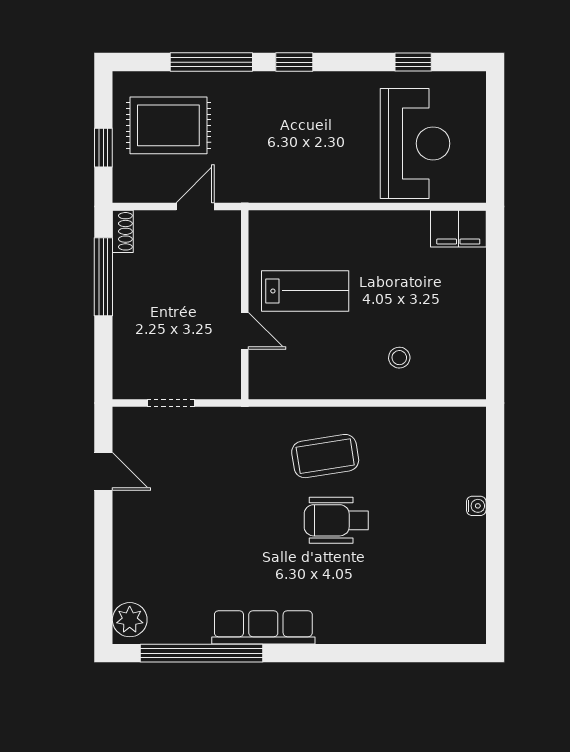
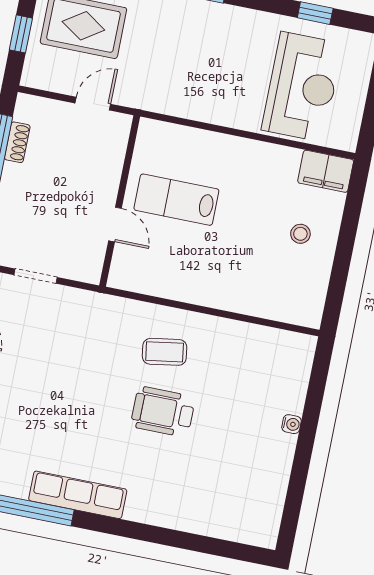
shoe rack: (123, 231) -> (17, 142), moved
lab bench: (305, 291) -> (176, 200), turned 180
stool: (399, 358) -> (300, 234), moved
coffee table: (325, 456) -> (165, 352), width x0.73, depth x0.77

